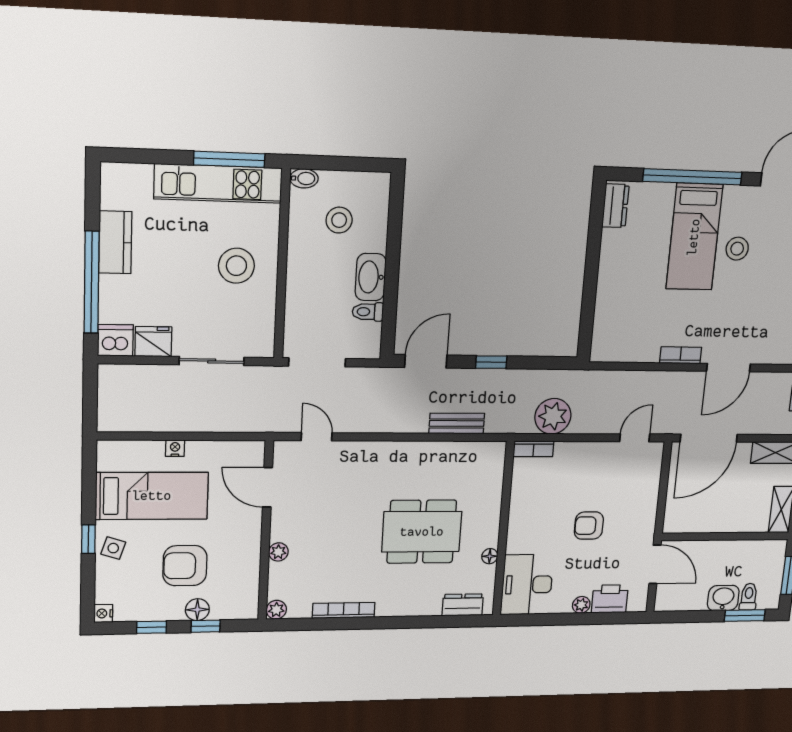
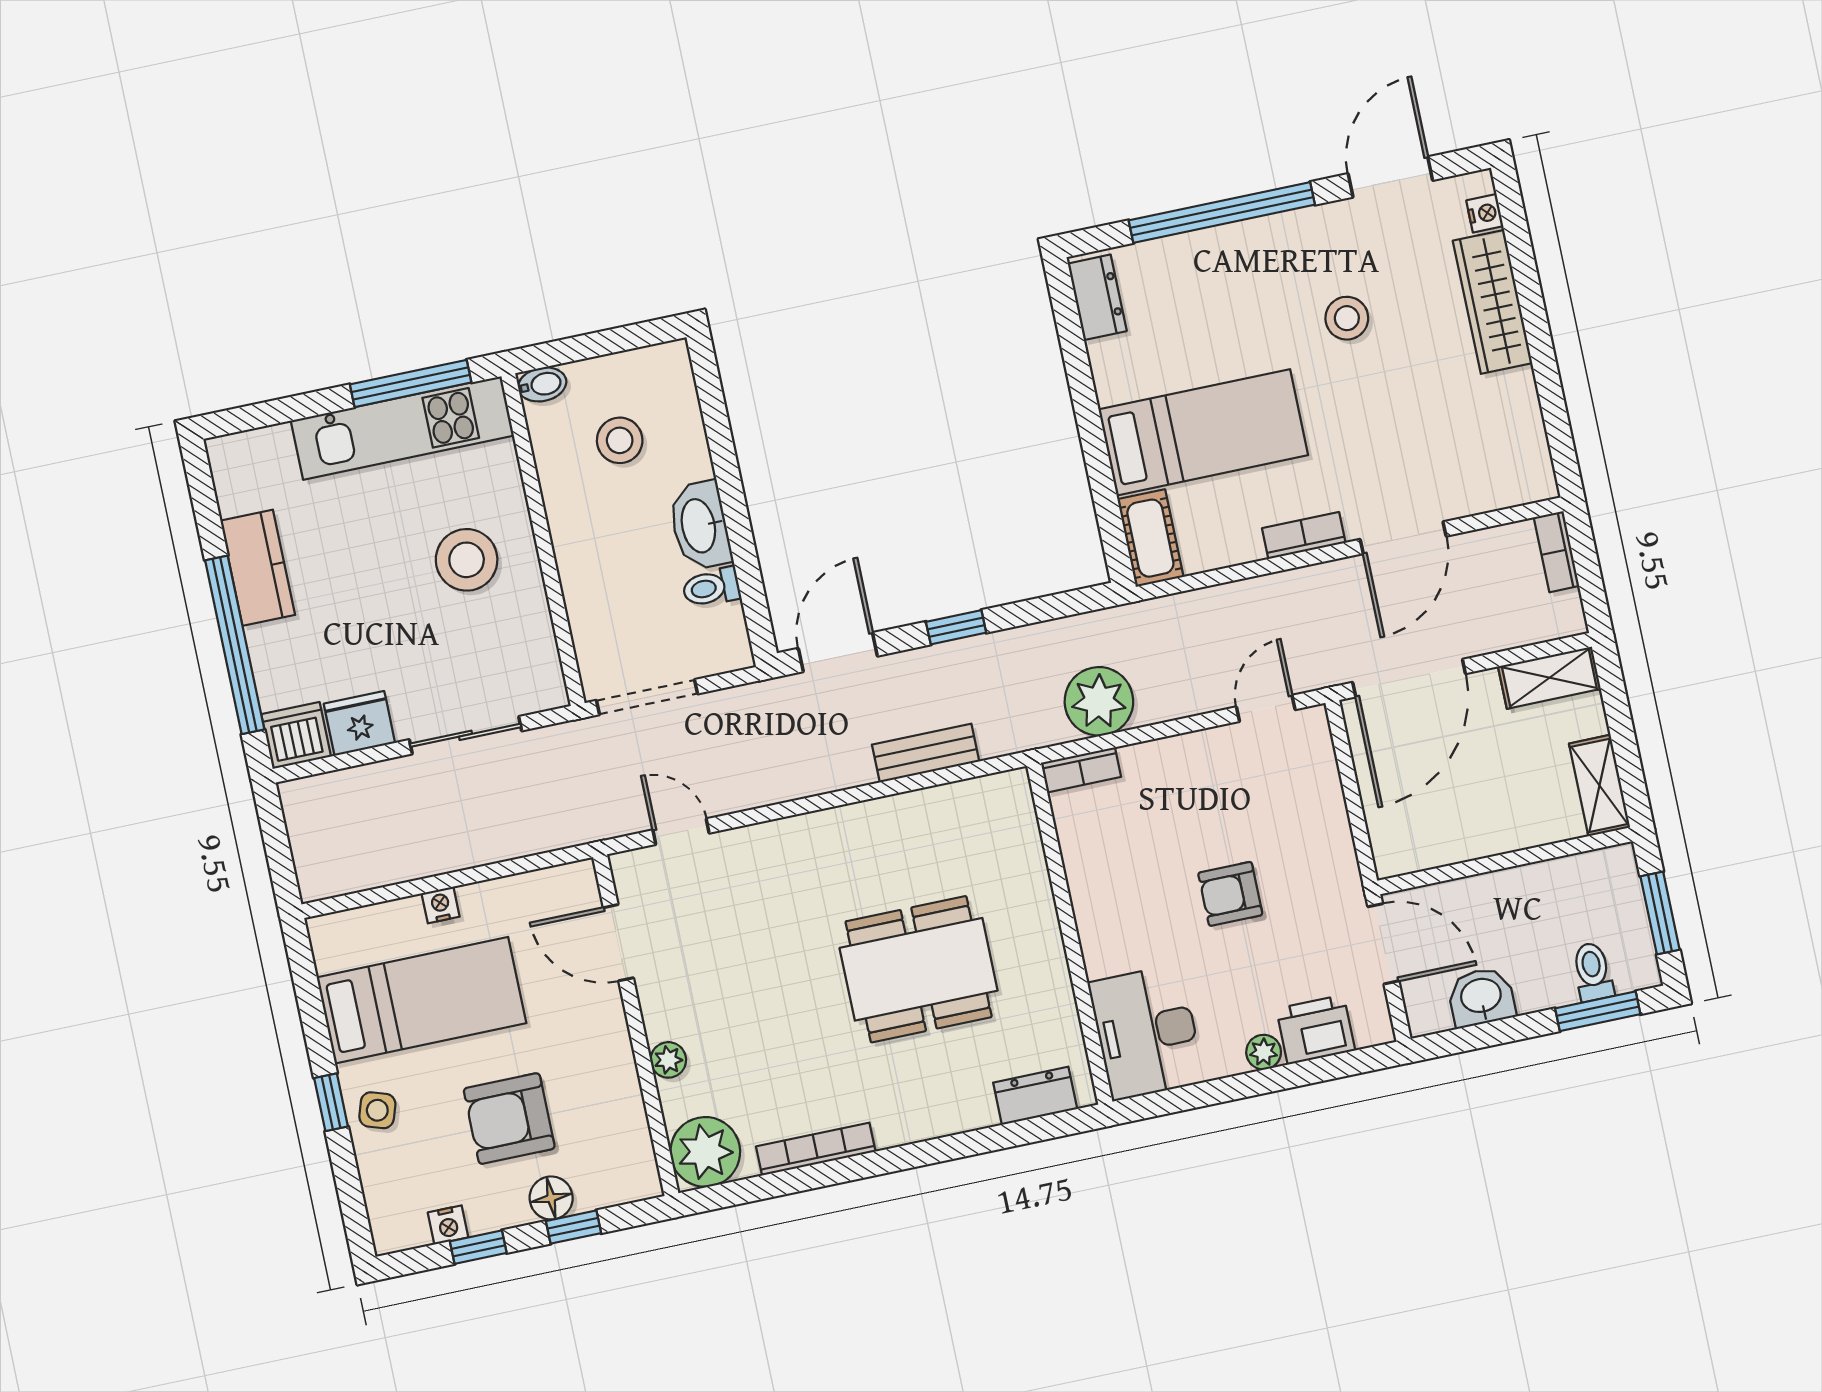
bed: (694, 237) -> (1203, 432), moved, turned -90
cot: (604, 339) -> (1150, 538), added
floor lamp: (490, 556) -> (1059, 991), removed
washbasin: (723, 598) -> (1481, 997), moved
plant: (276, 610) -> (705, 1152), width x1.88, depth x1.88
nightstand: (103, 613) -> (448, 1225), moved, turned -90

